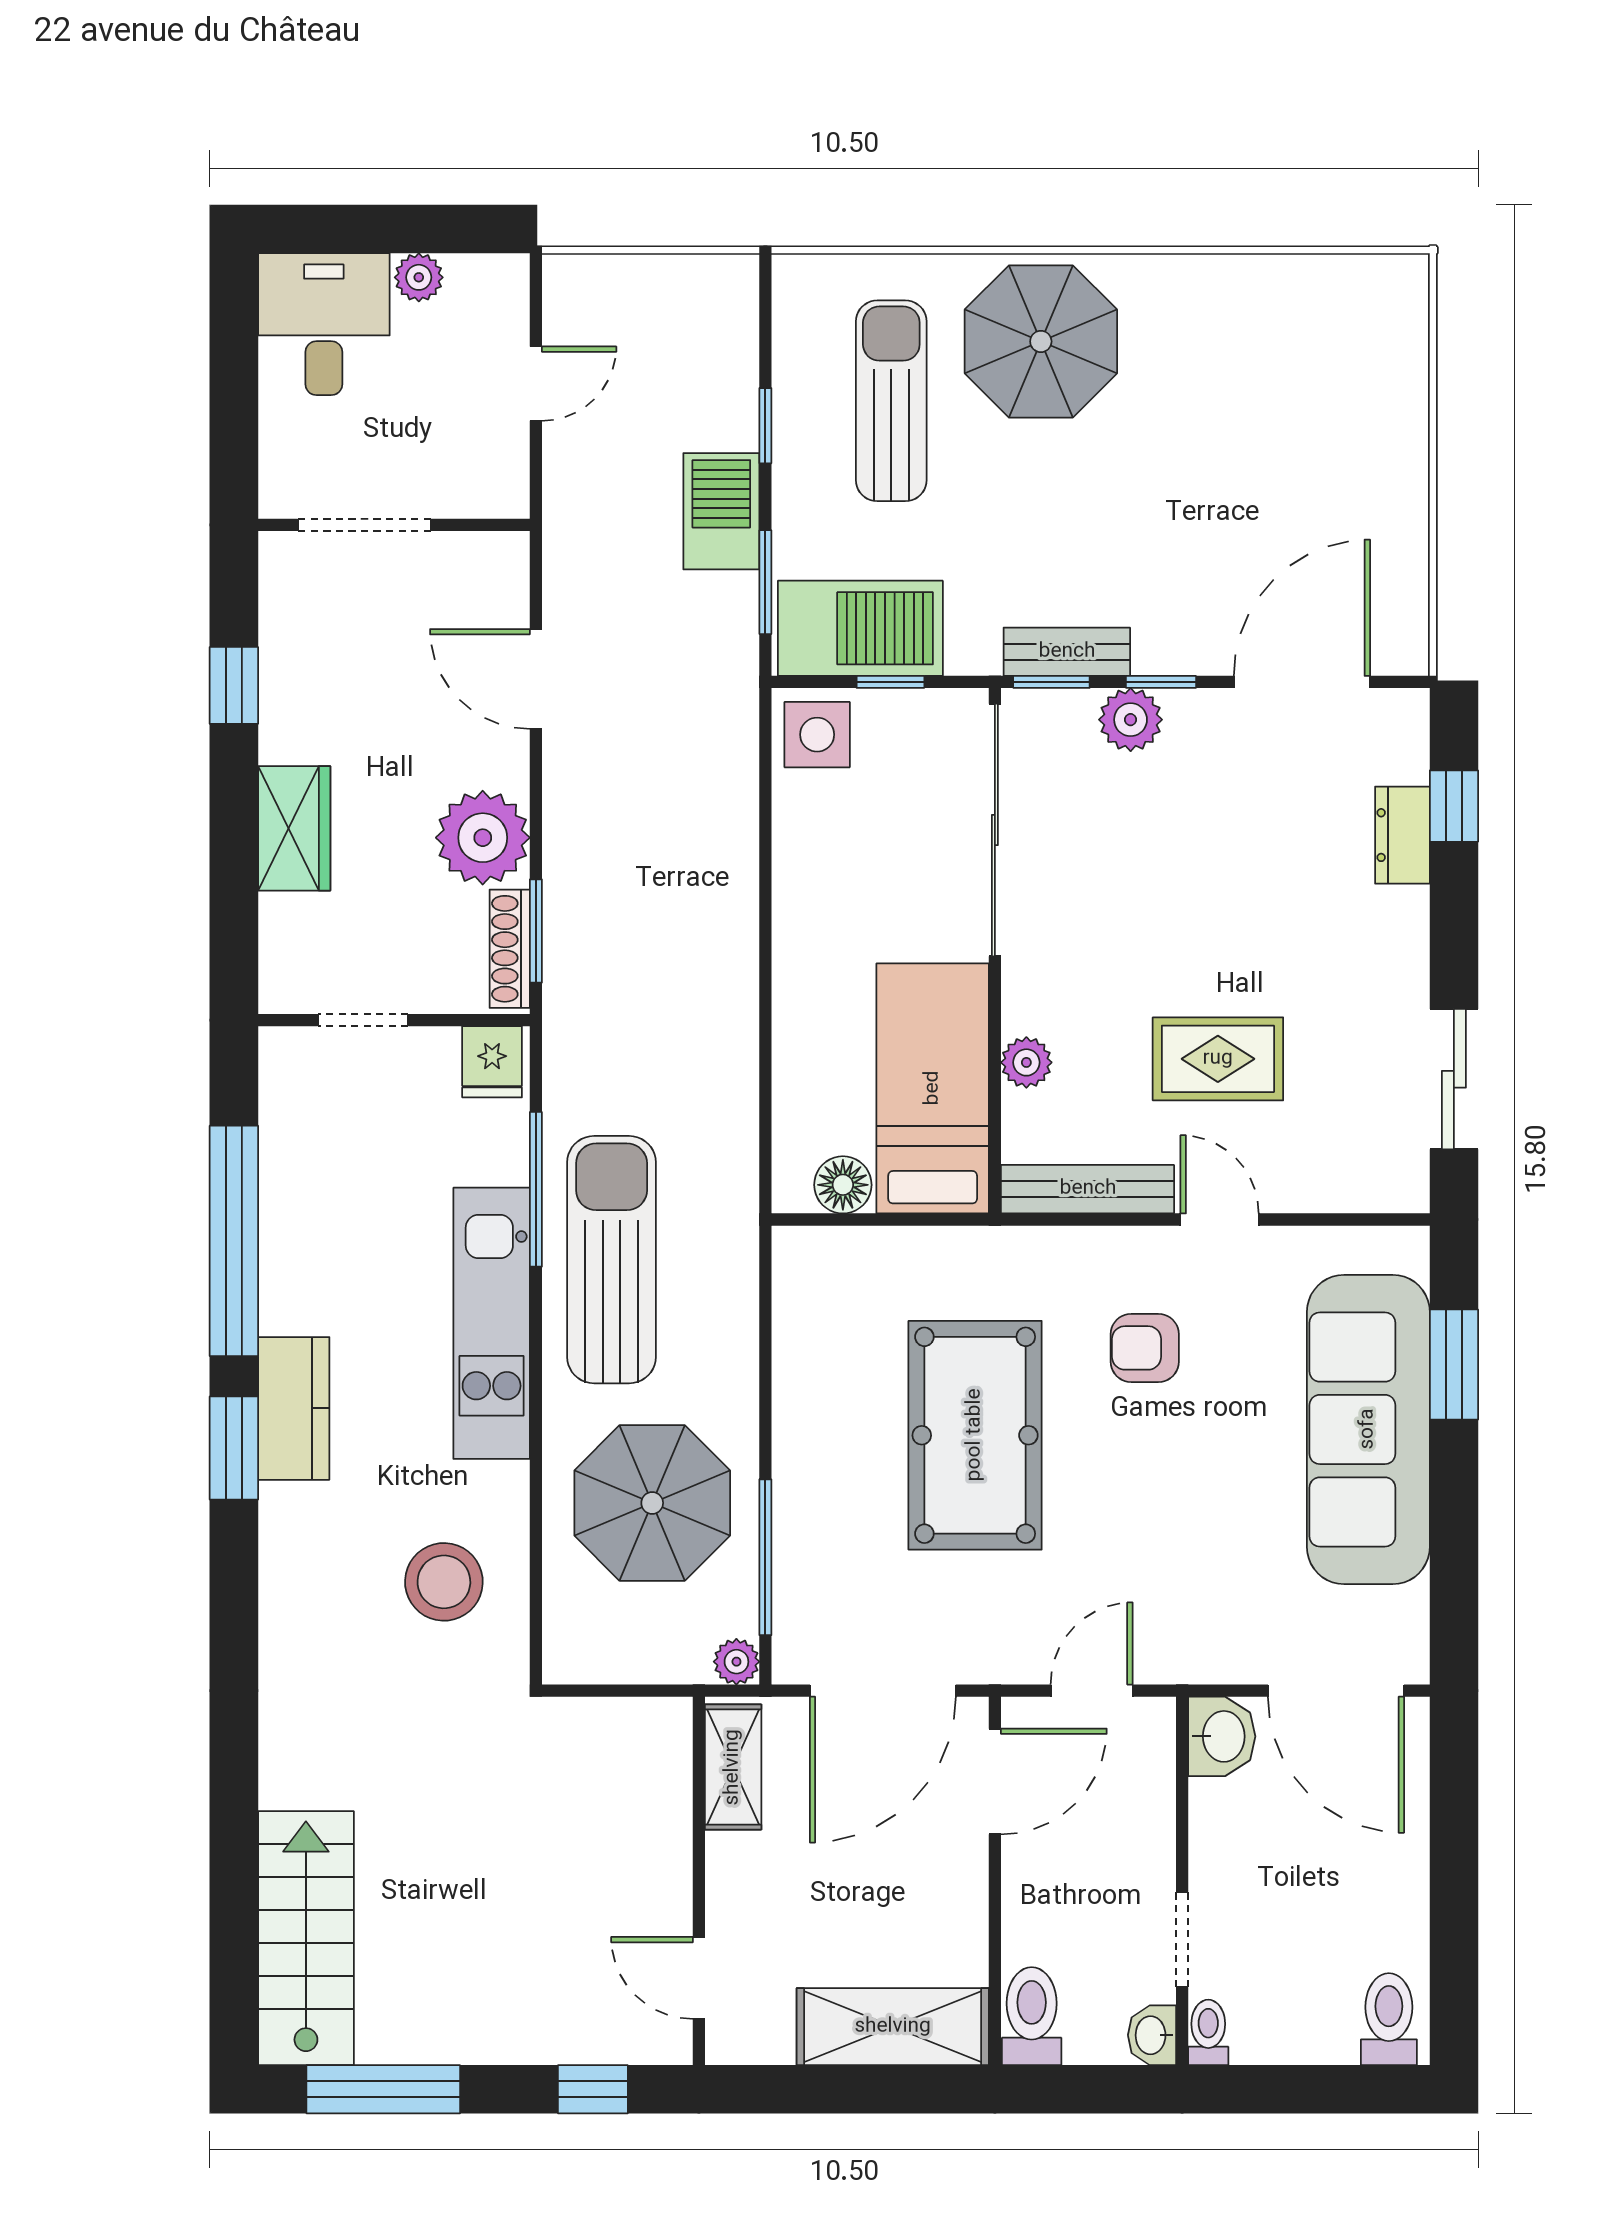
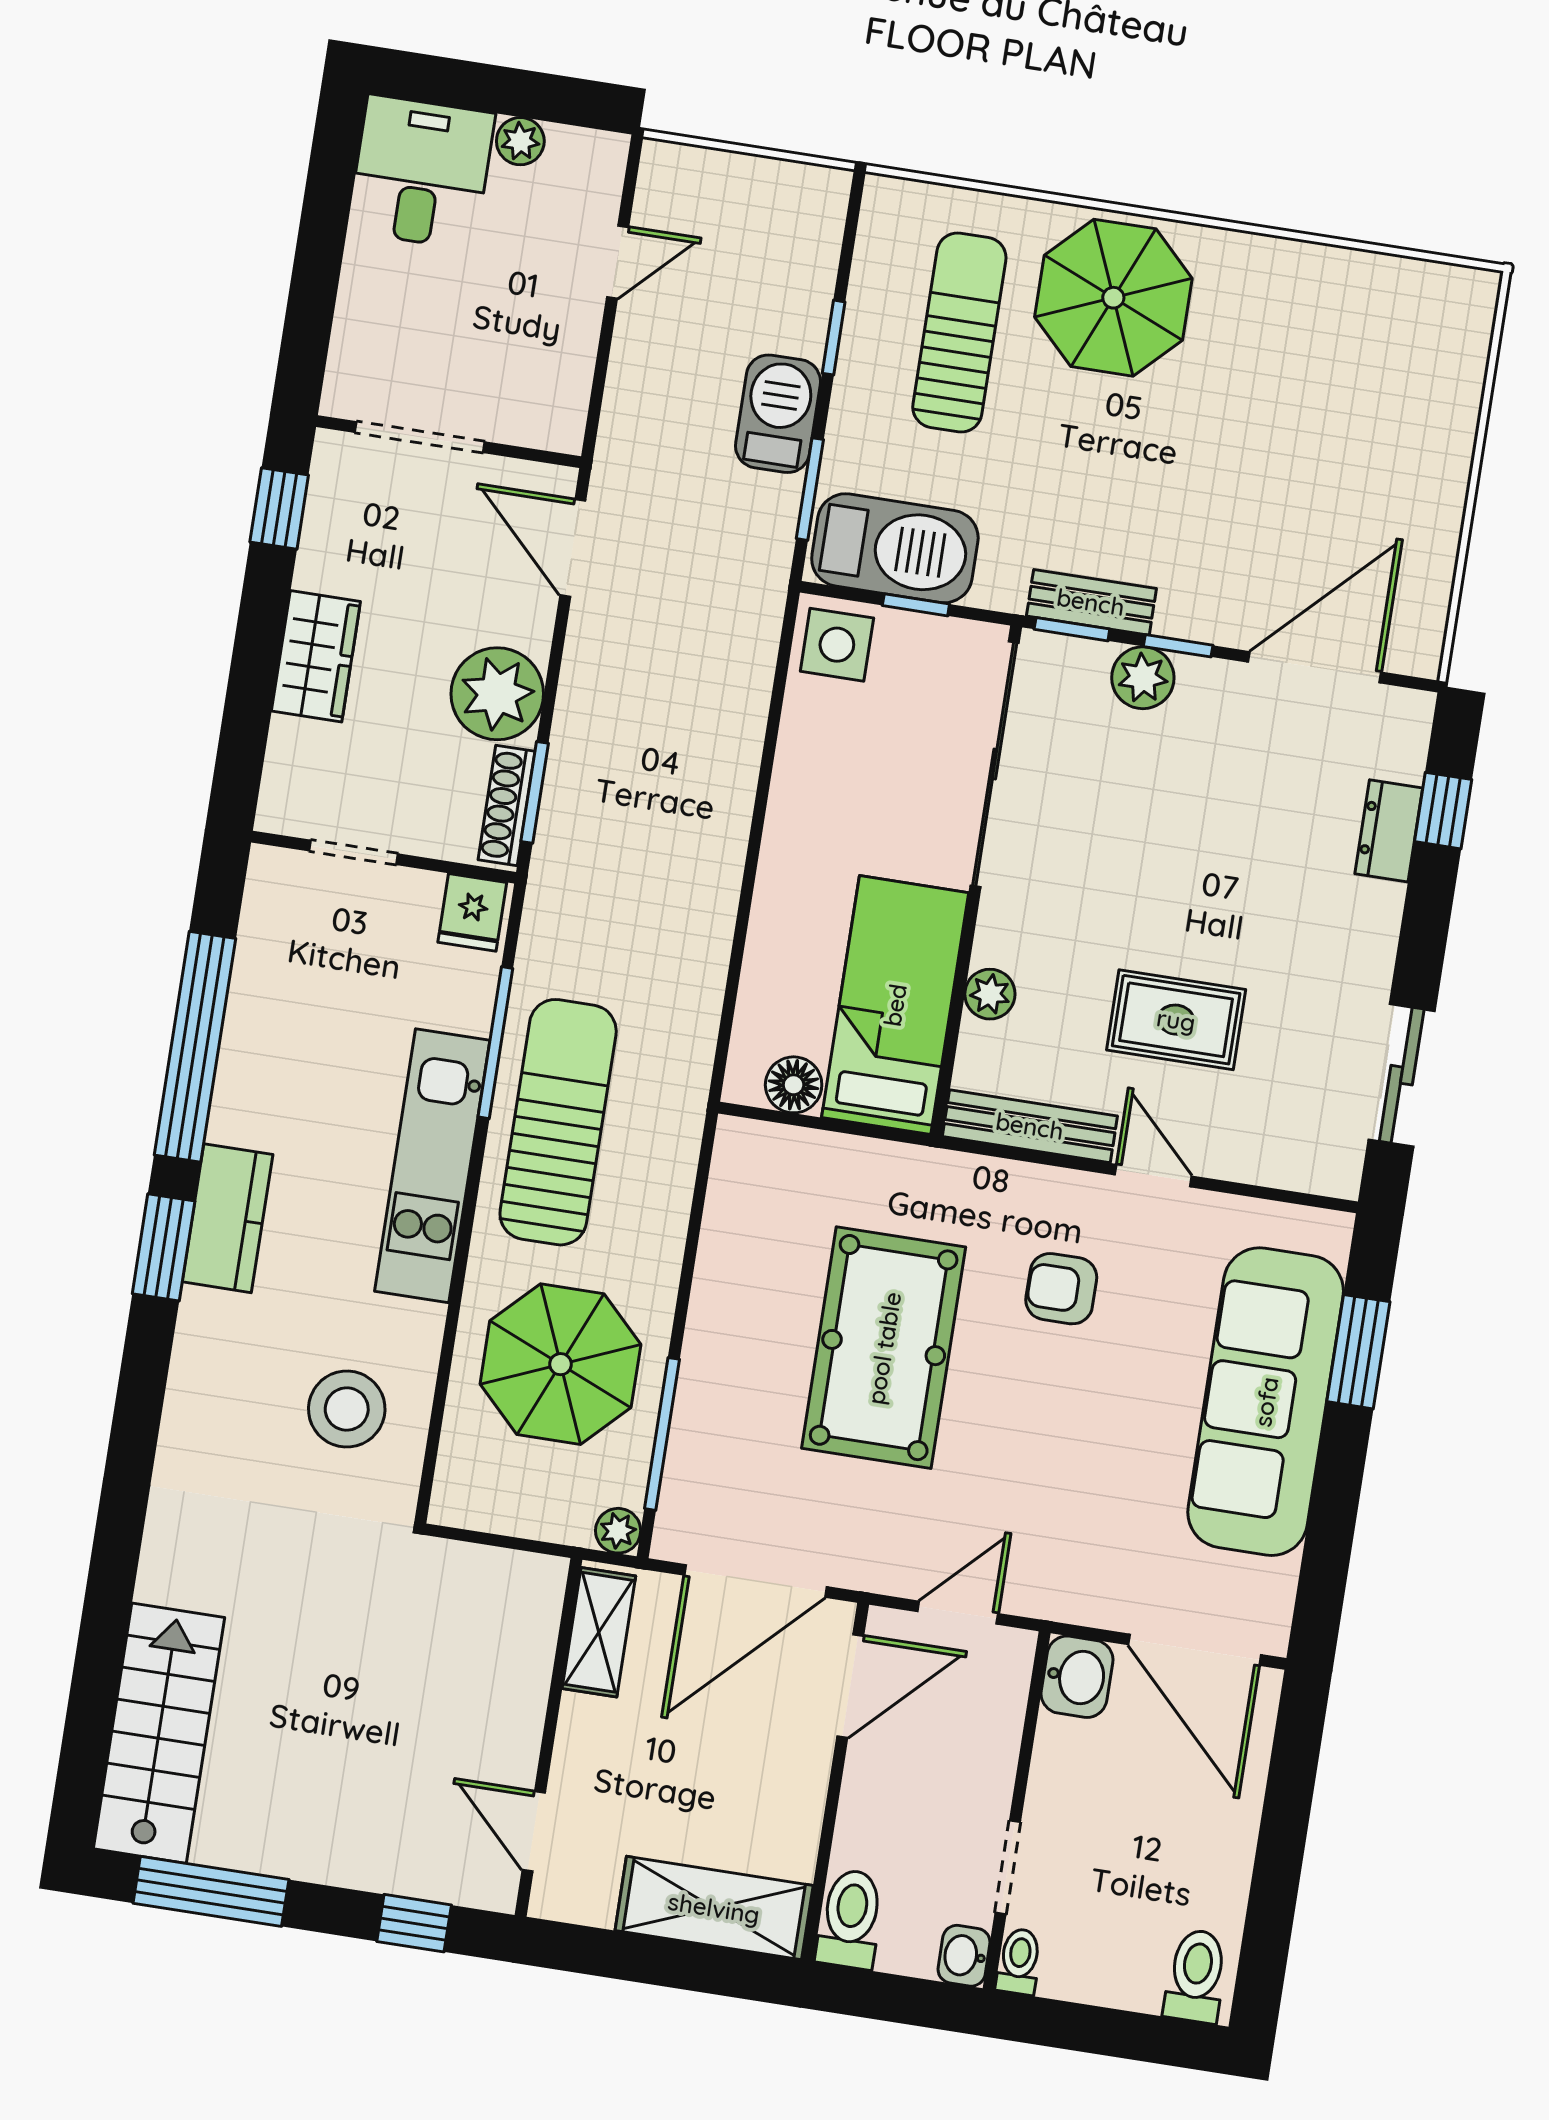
doorway: (364, 525) -> (420, 437), moved
wall: (394, 525) -> (449, 442), moved

